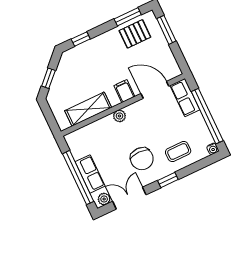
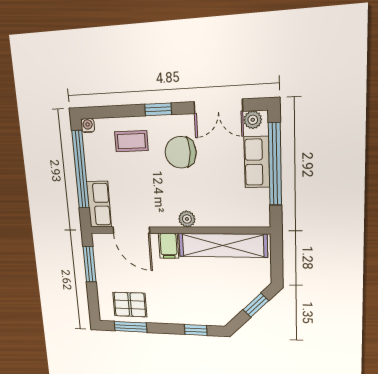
window: (166, 30) -> (90, 264), moved
shelving: (88, 109) -> (223, 245), width x1.47
chair: (142, 159) -> (181, 152), turned -90

